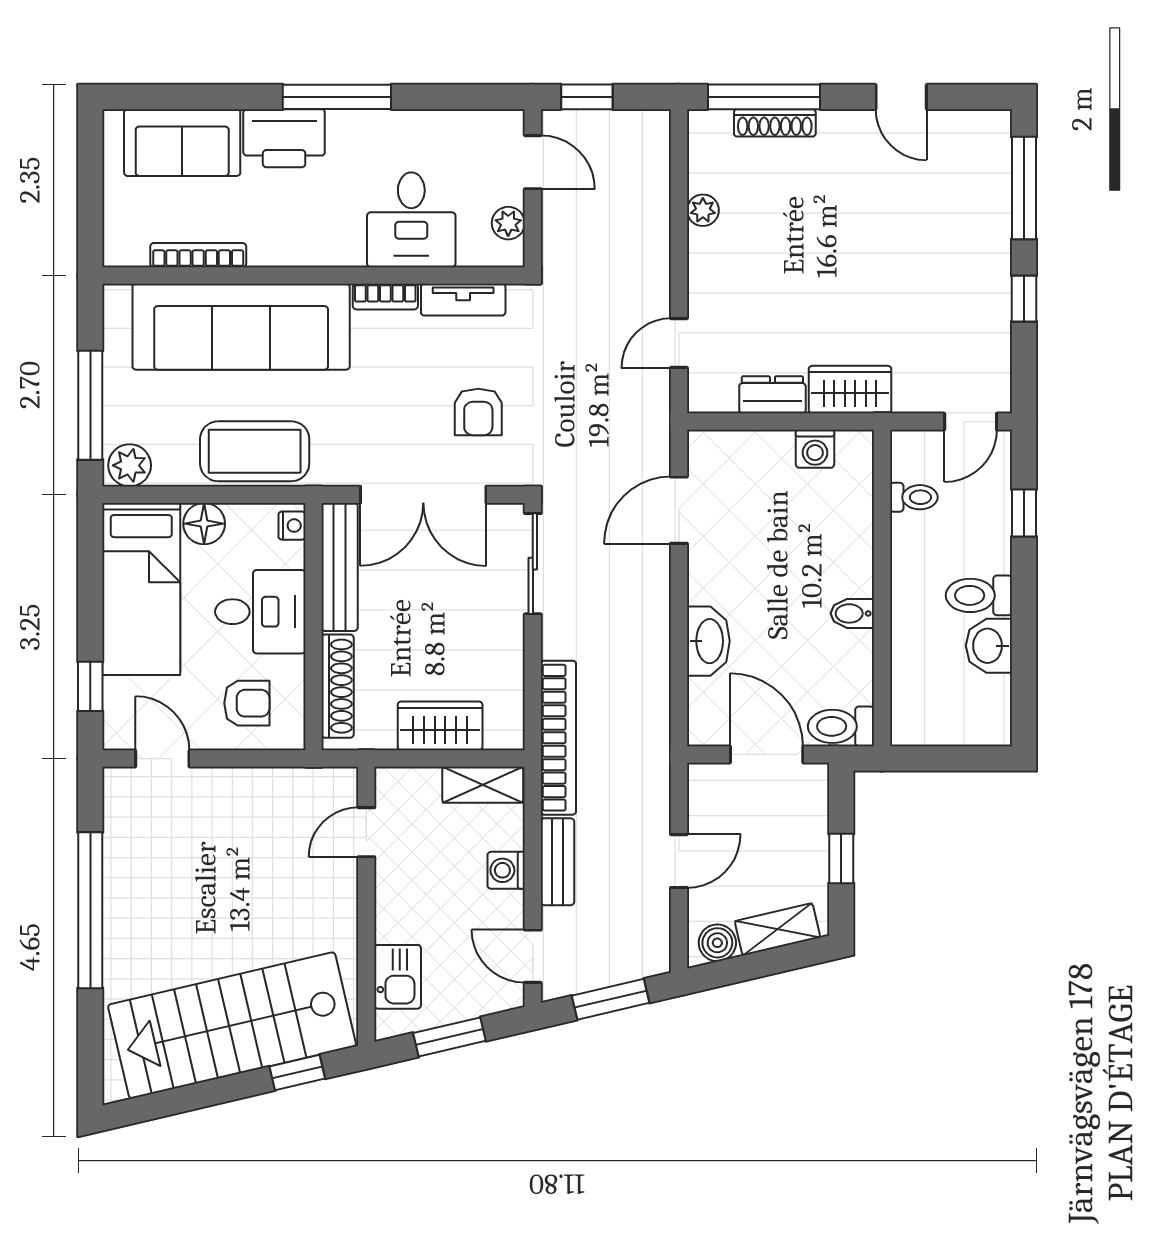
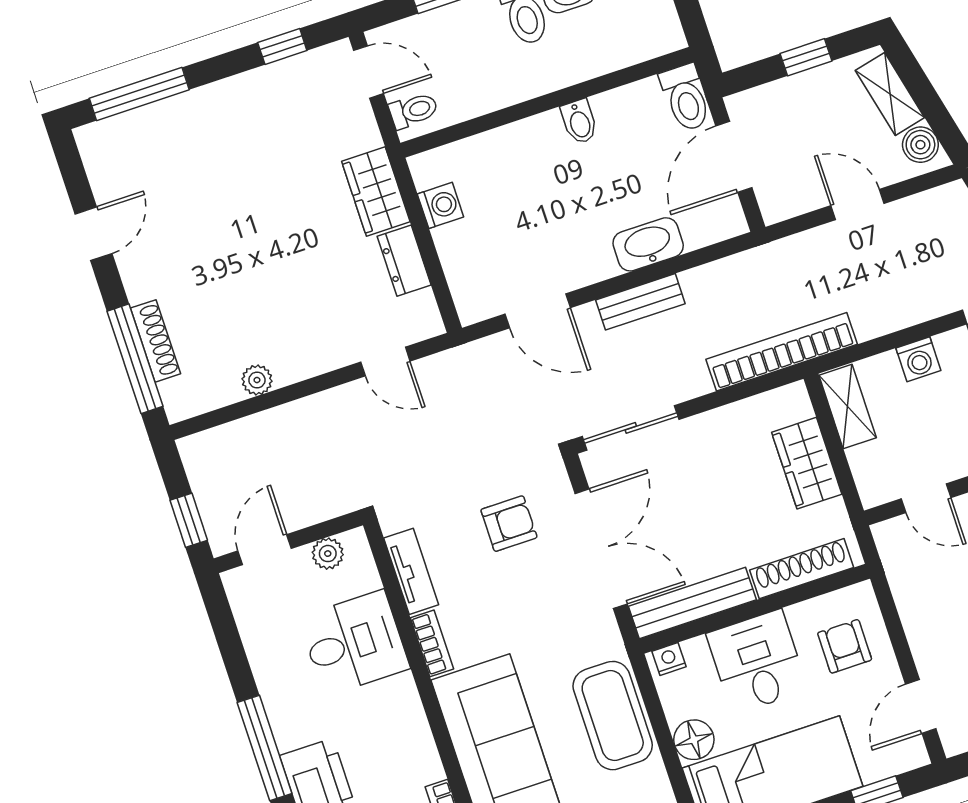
window: (1024, 299) -> (282, 46), moved
toilet: (914, 497) -> (414, 110), moved, turned 90
bench: (558, 862) -> (640, 302), moved

